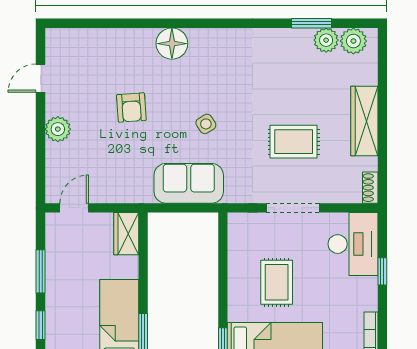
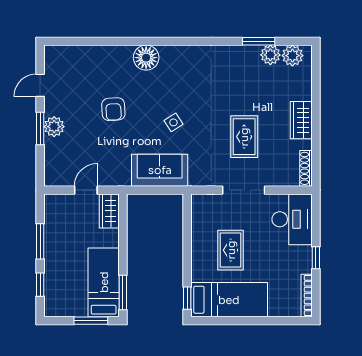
wardrobe: (364, 121) -> (301, 120), width x0.67
window: (41, 132) -> (40, 129), added
rug: (294, 142) -> (244, 137), turned 90
shoe rack: (370, 188) -> (306, 168), width x1.43
door: (74, 208) -> (86, 190), moved
window: (382, 271) -> (316, 258), moved

